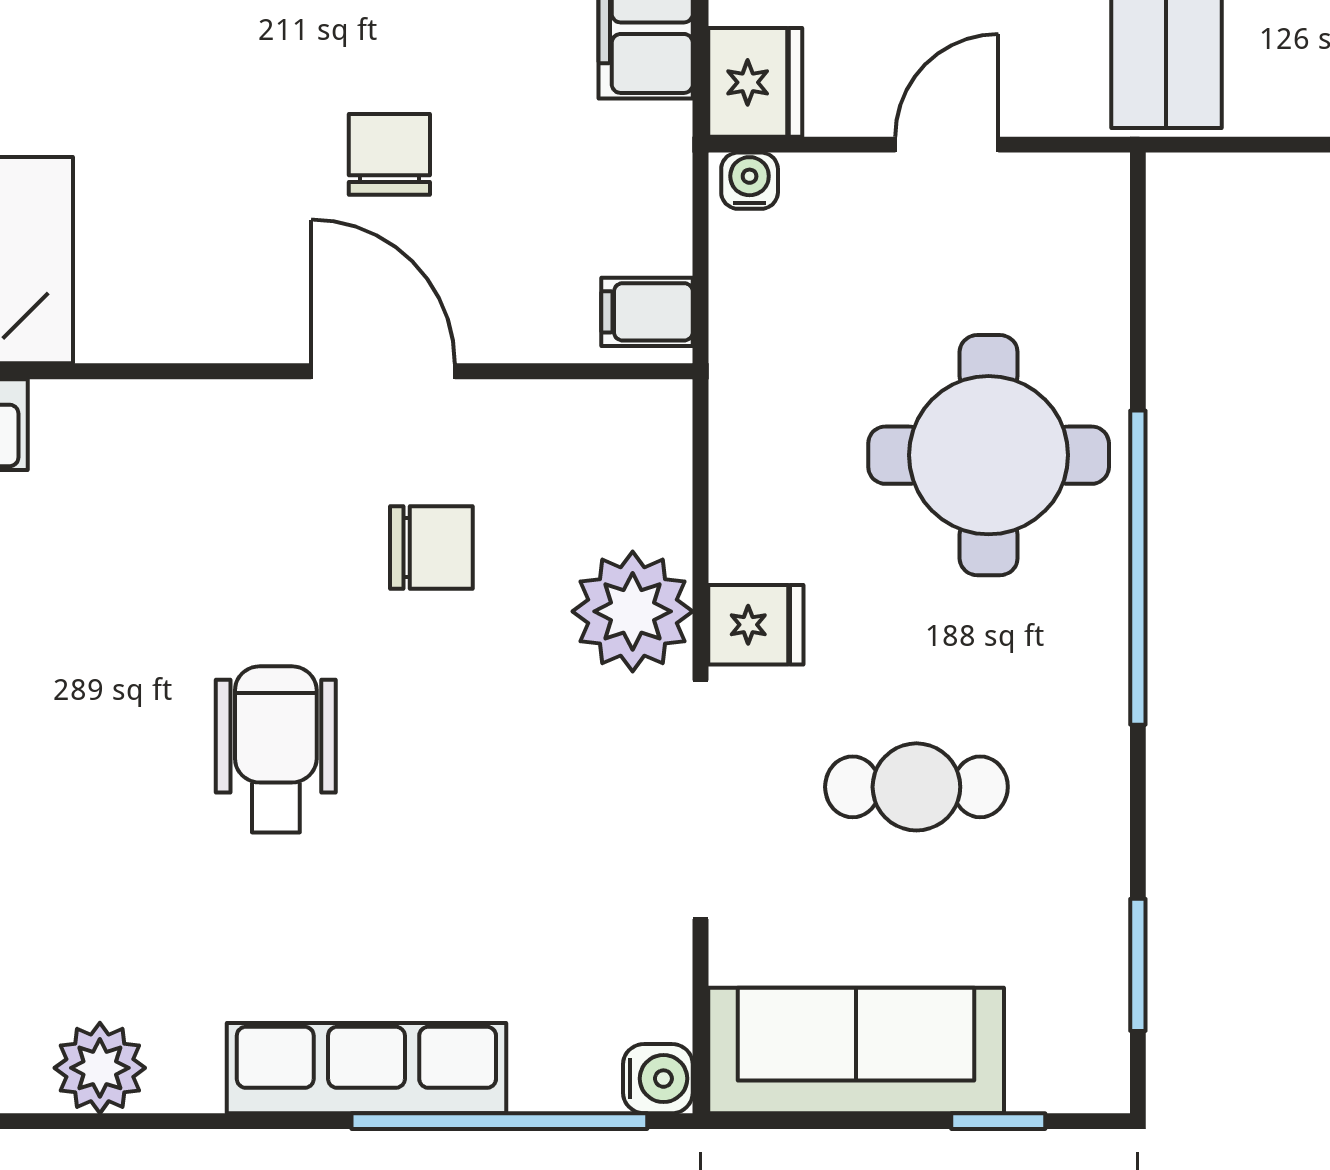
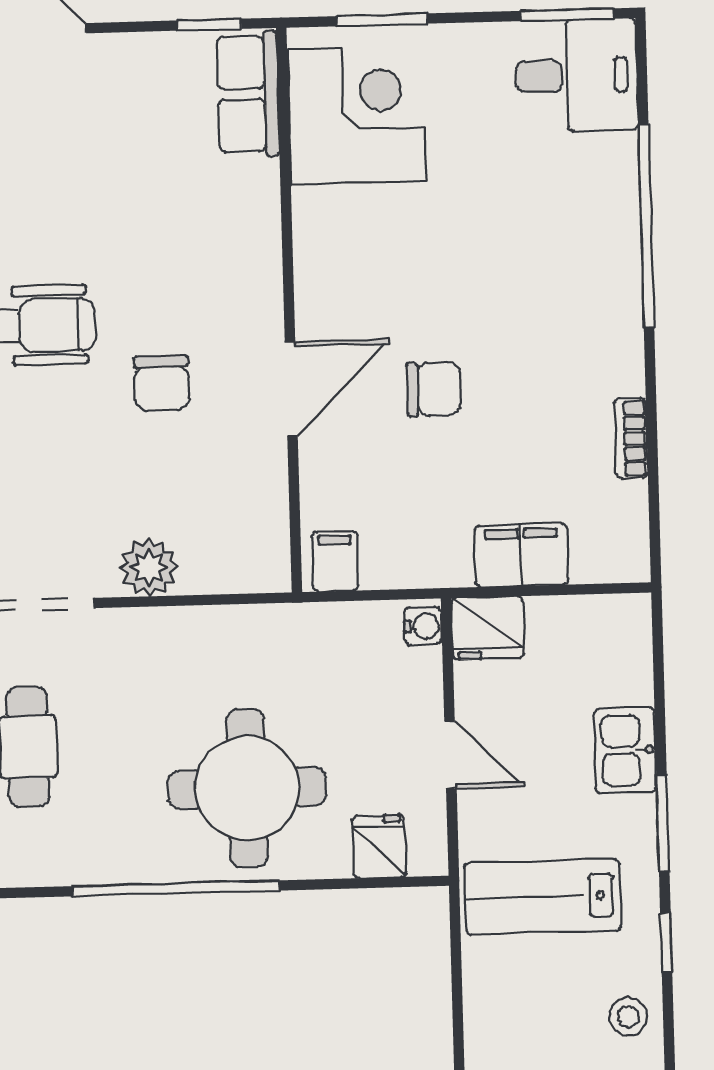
chair: (431, 547) -> (162, 383), moved
plant: (633, 611) -> (149, 567), width x0.73, depth x0.73
fridge: (756, 625) -> (379, 846), moved, turned 180

